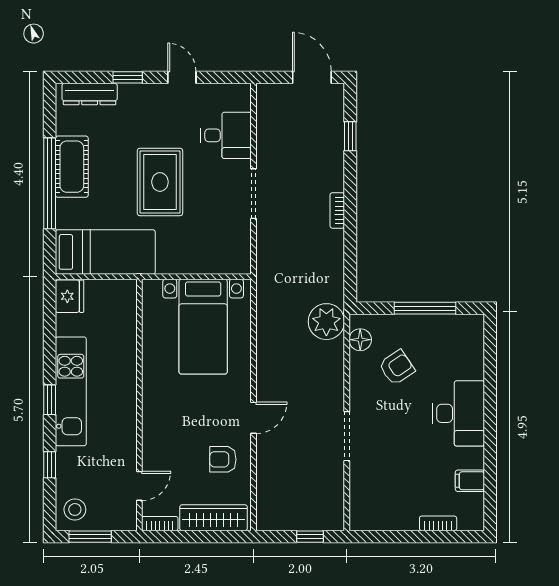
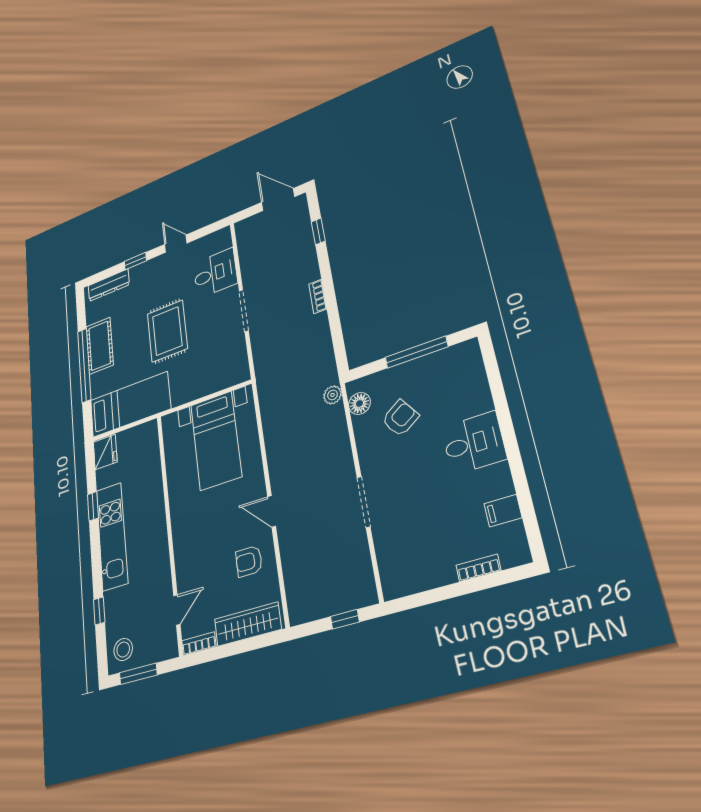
plant: (326, 322) -> (332, 395), width x0.53, depth x0.53
window: (50, 400) -> (93, 506), moved
desk: (459, 413) -> (474, 443), width x0.73
door: (254, 418) -> (272, 511), swing flipped

